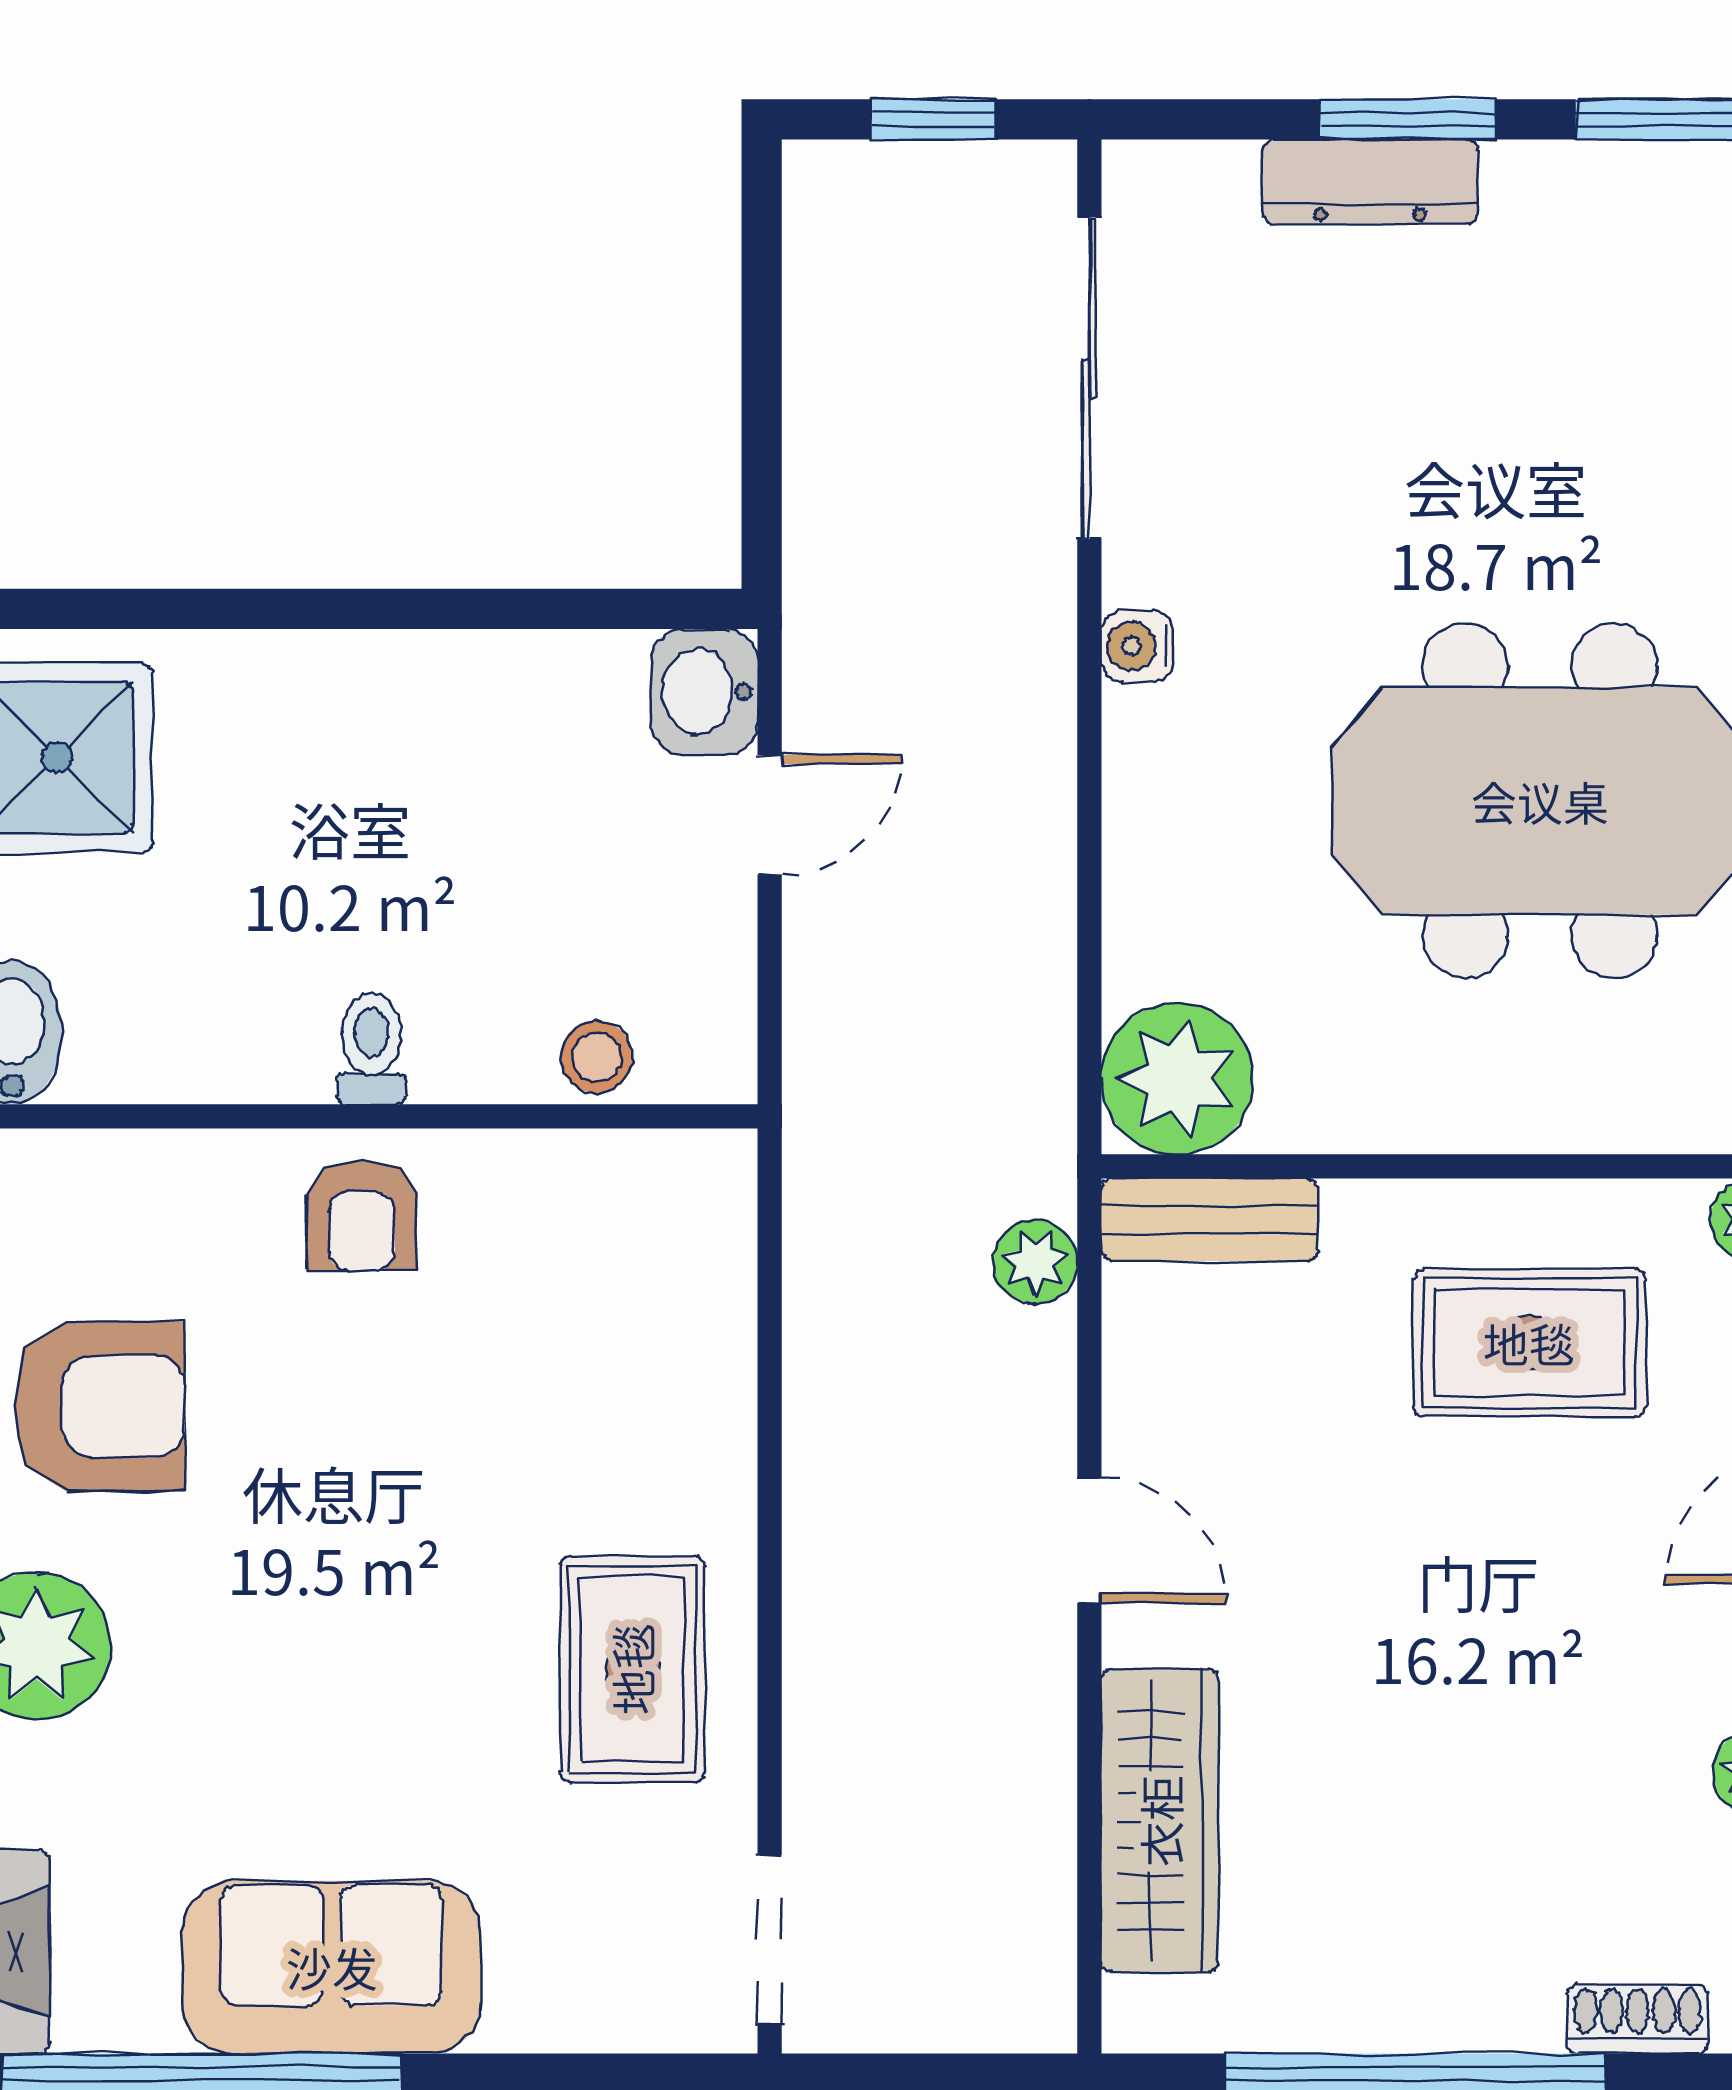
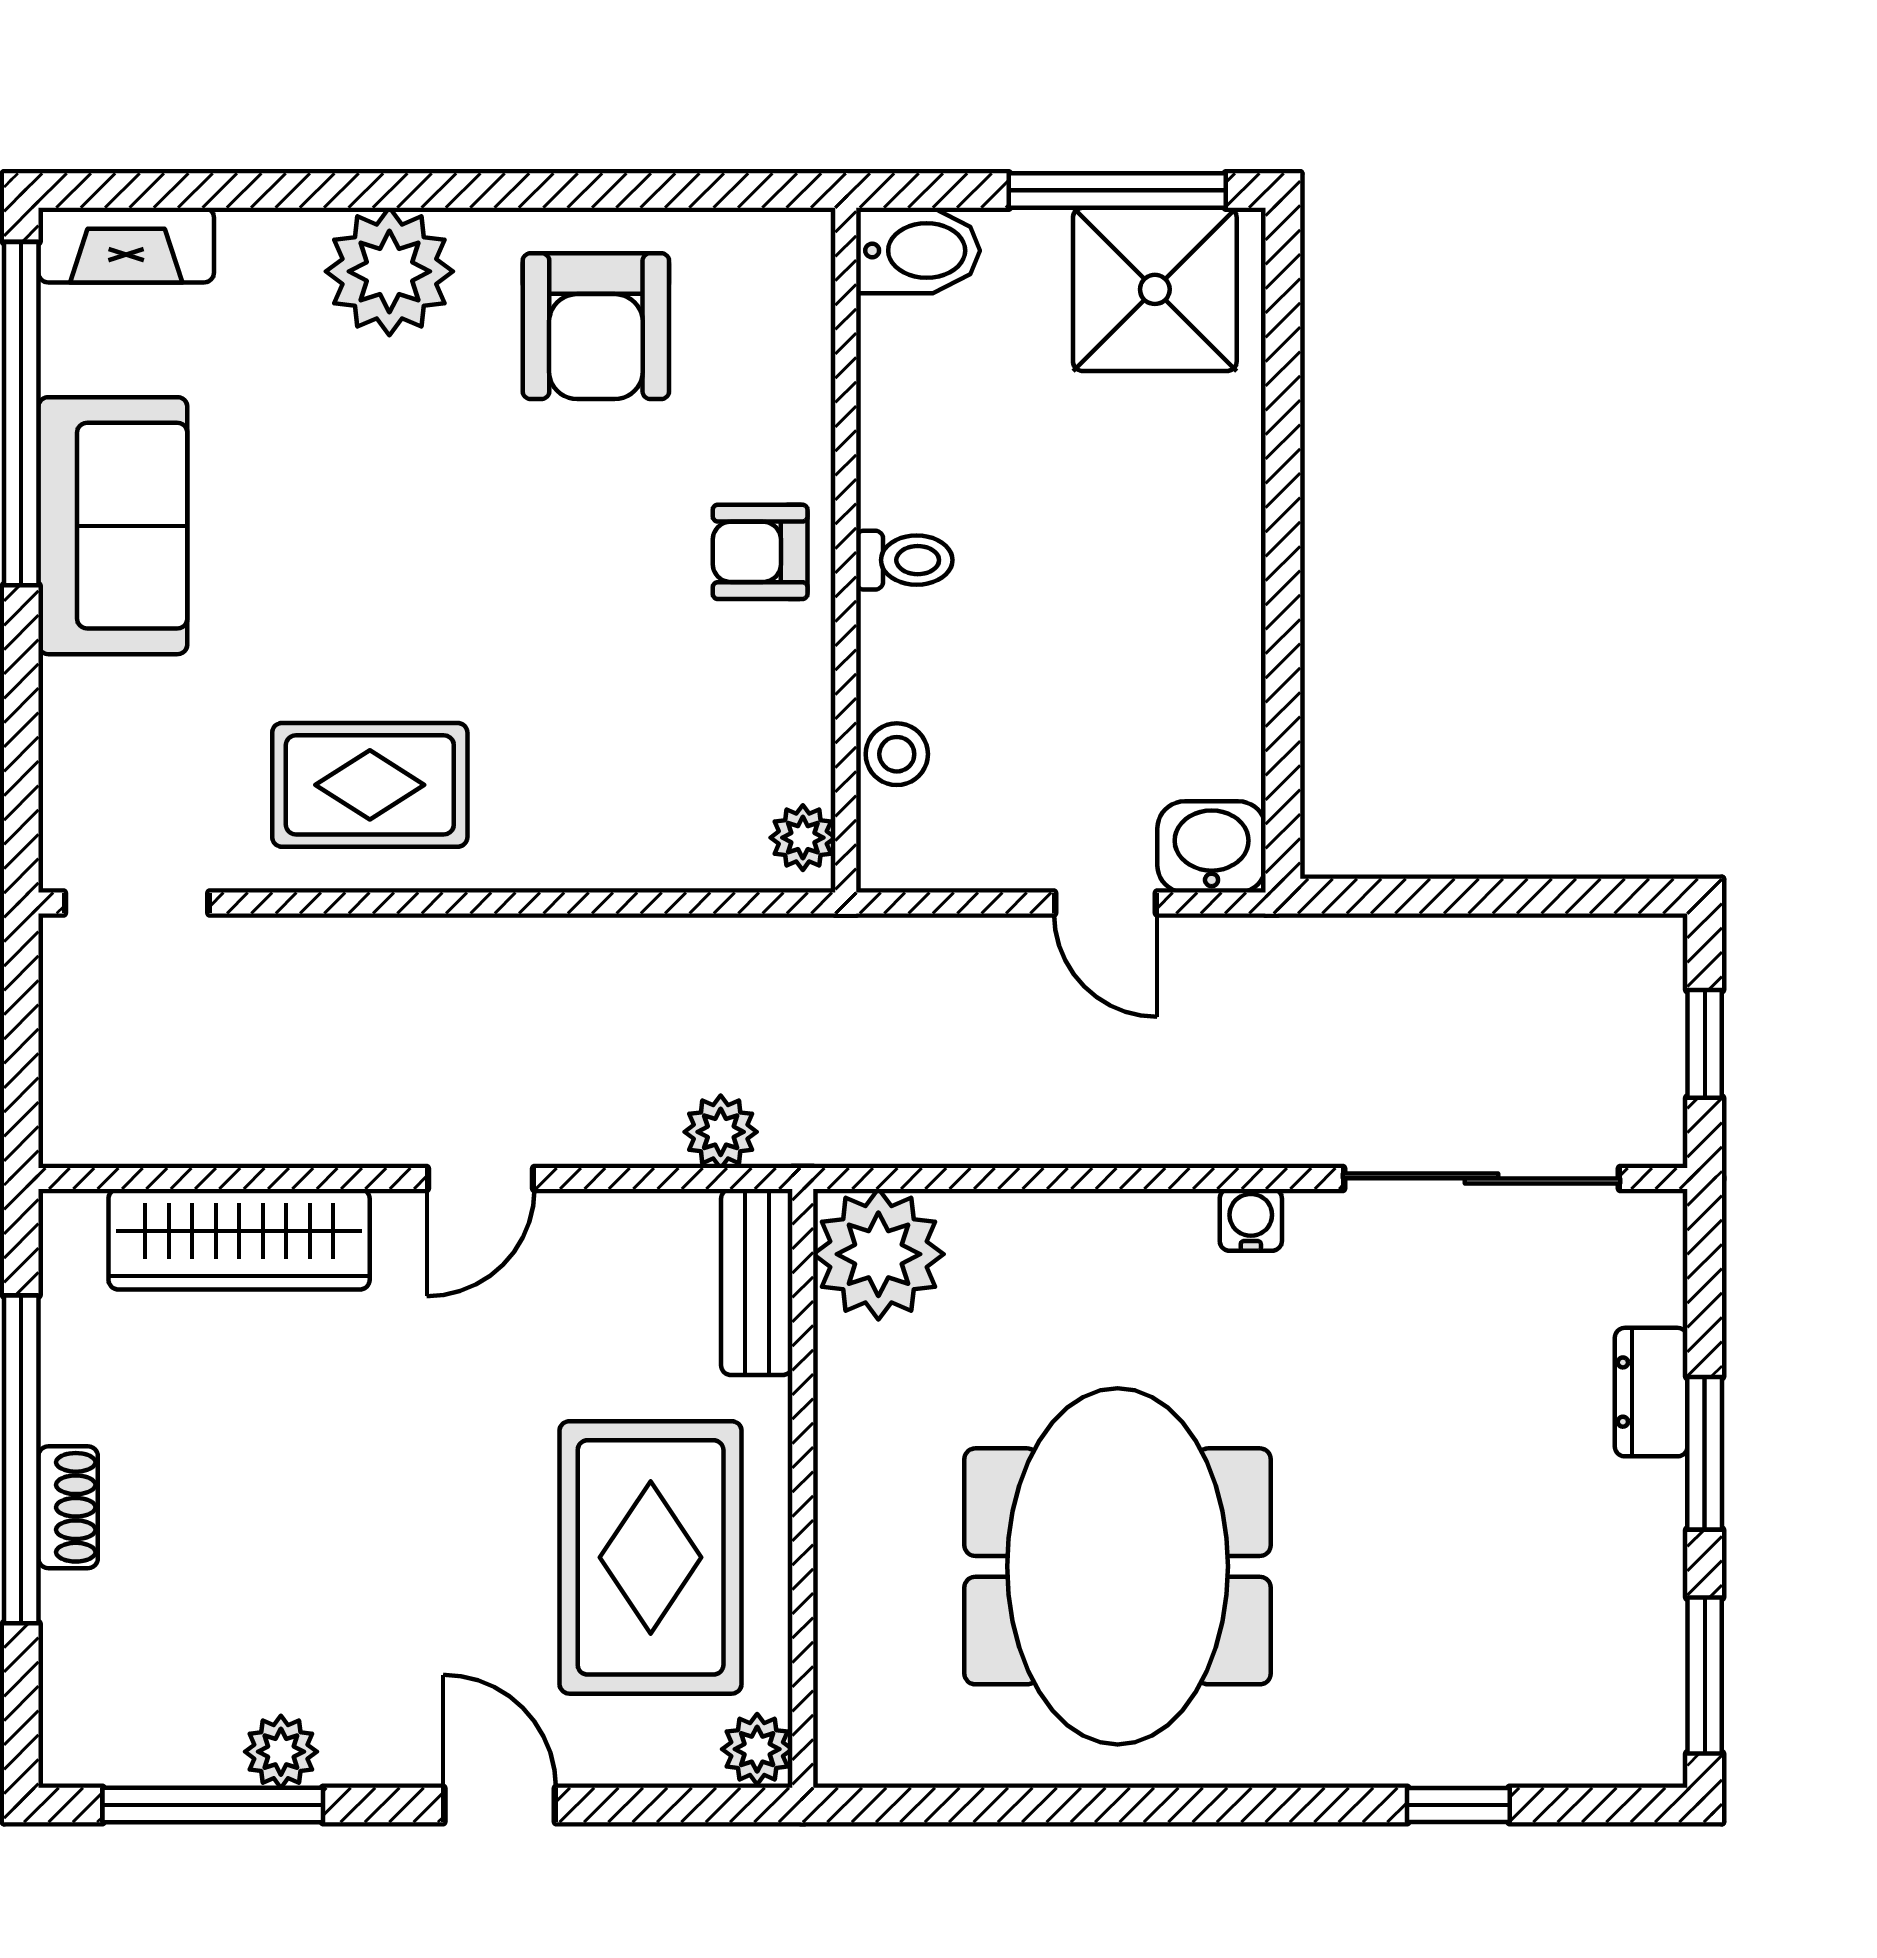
dresser: (1370, 181) -> (1651, 1392), width x0.70
plant: (694, 1166) -> (803, 838), added
rug: (1529, 1343) -> (651, 1557), width x1.36, depth x1.43
shoe rack: (1638, 2019) -> (68, 1507), moved

